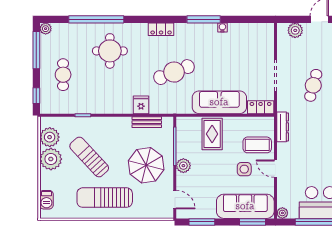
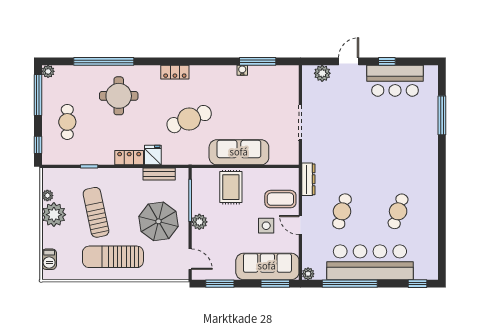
window: (204, 19) -> (258, 61), moved
cafe table: (313, 85) -> (342, 211), moved
locker: (261, 107) -> (129, 158), moved
plant: (50, 137) -> (47, 196), width x0.53, depth x0.53
sun lounger: (89, 157) -> (96, 212), turned 31

